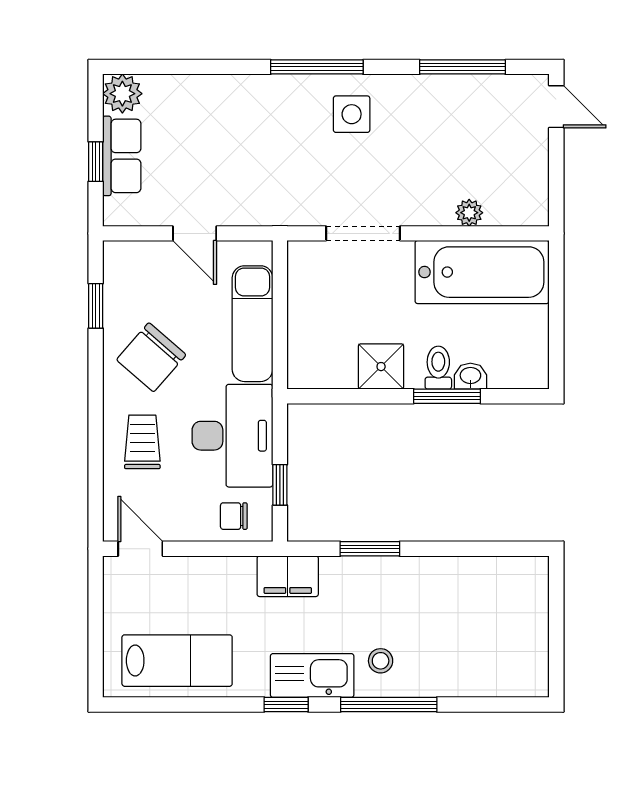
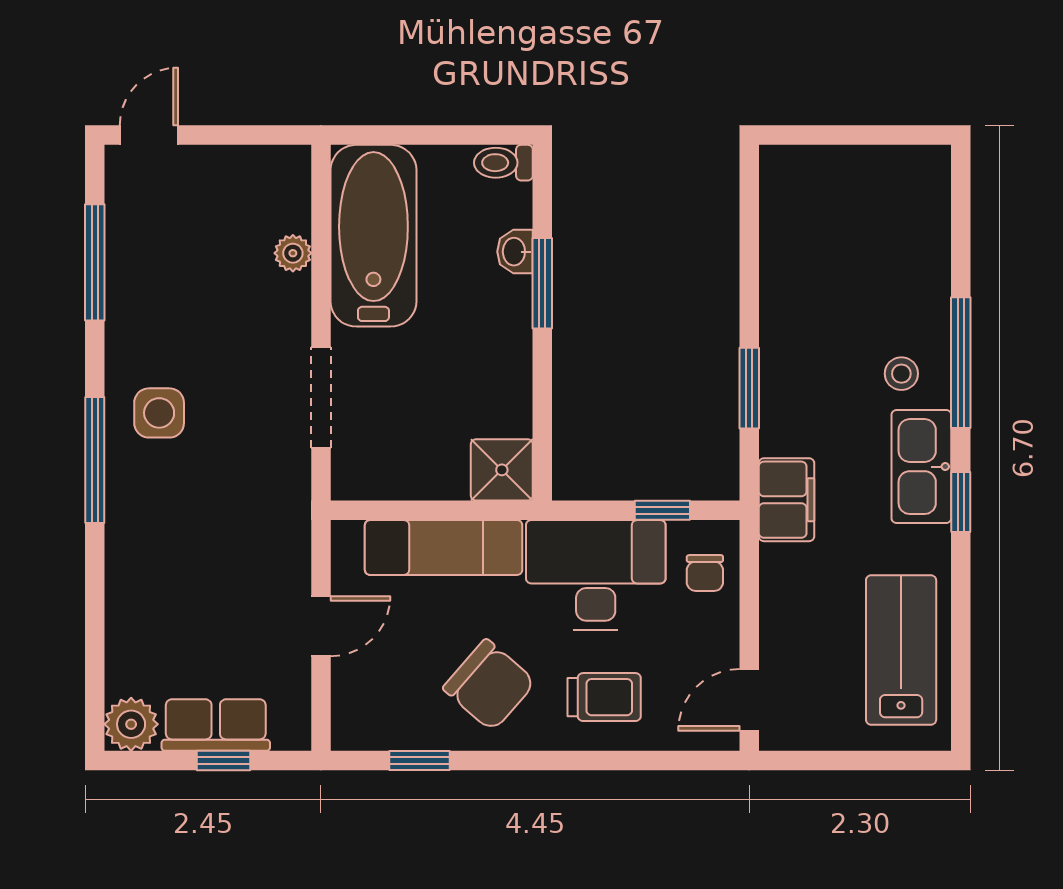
shower: (381, 367) -> (502, 470), moved
toilet: (438, 368) -> (503, 163), moved
trolley: (142, 442) -> (604, 697), turned 180

